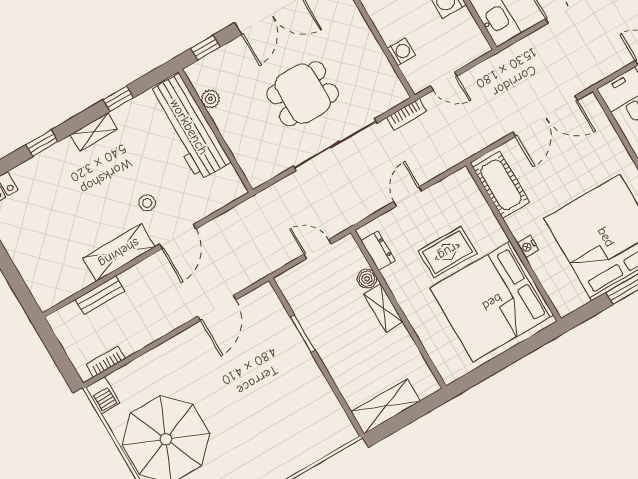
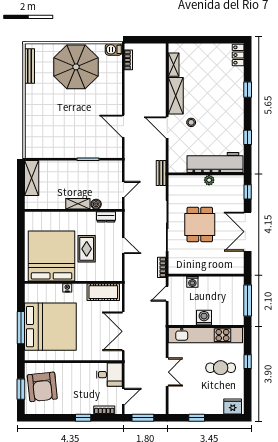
plant: (210, 99) -> (209, 180), moved
shelving: (94, 132) -> (174, 65), moved
bench: (100, 295) -> (161, 173), moved

